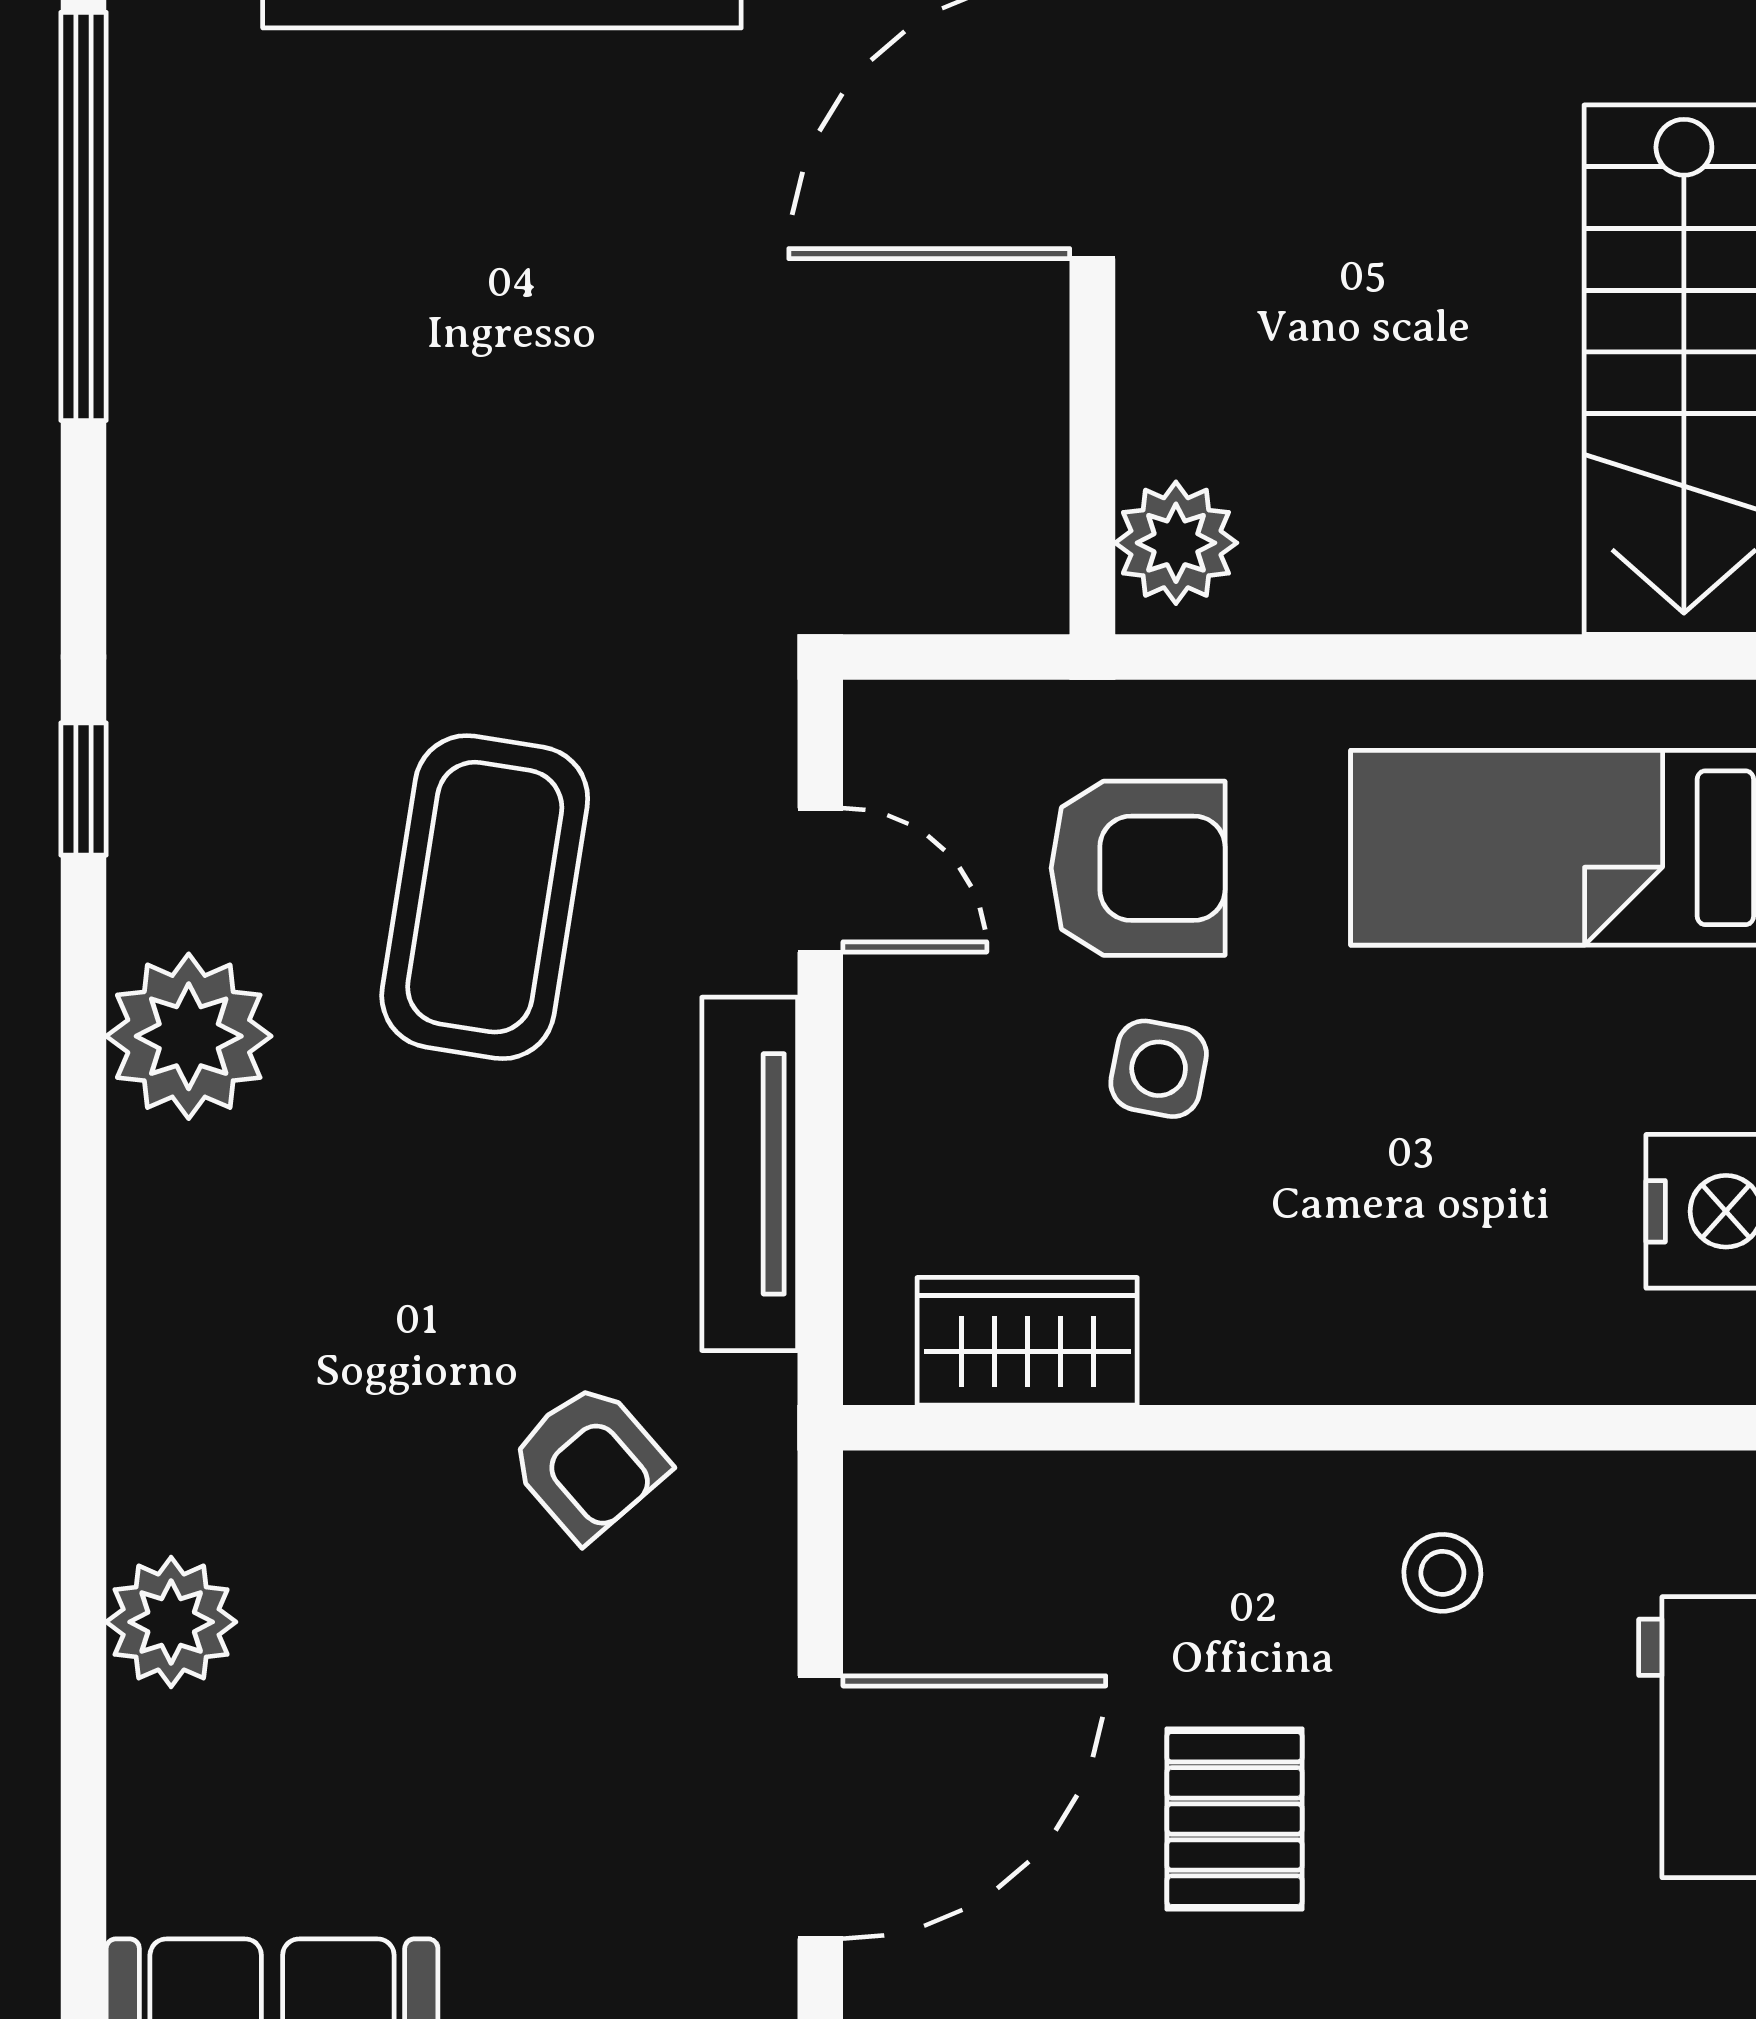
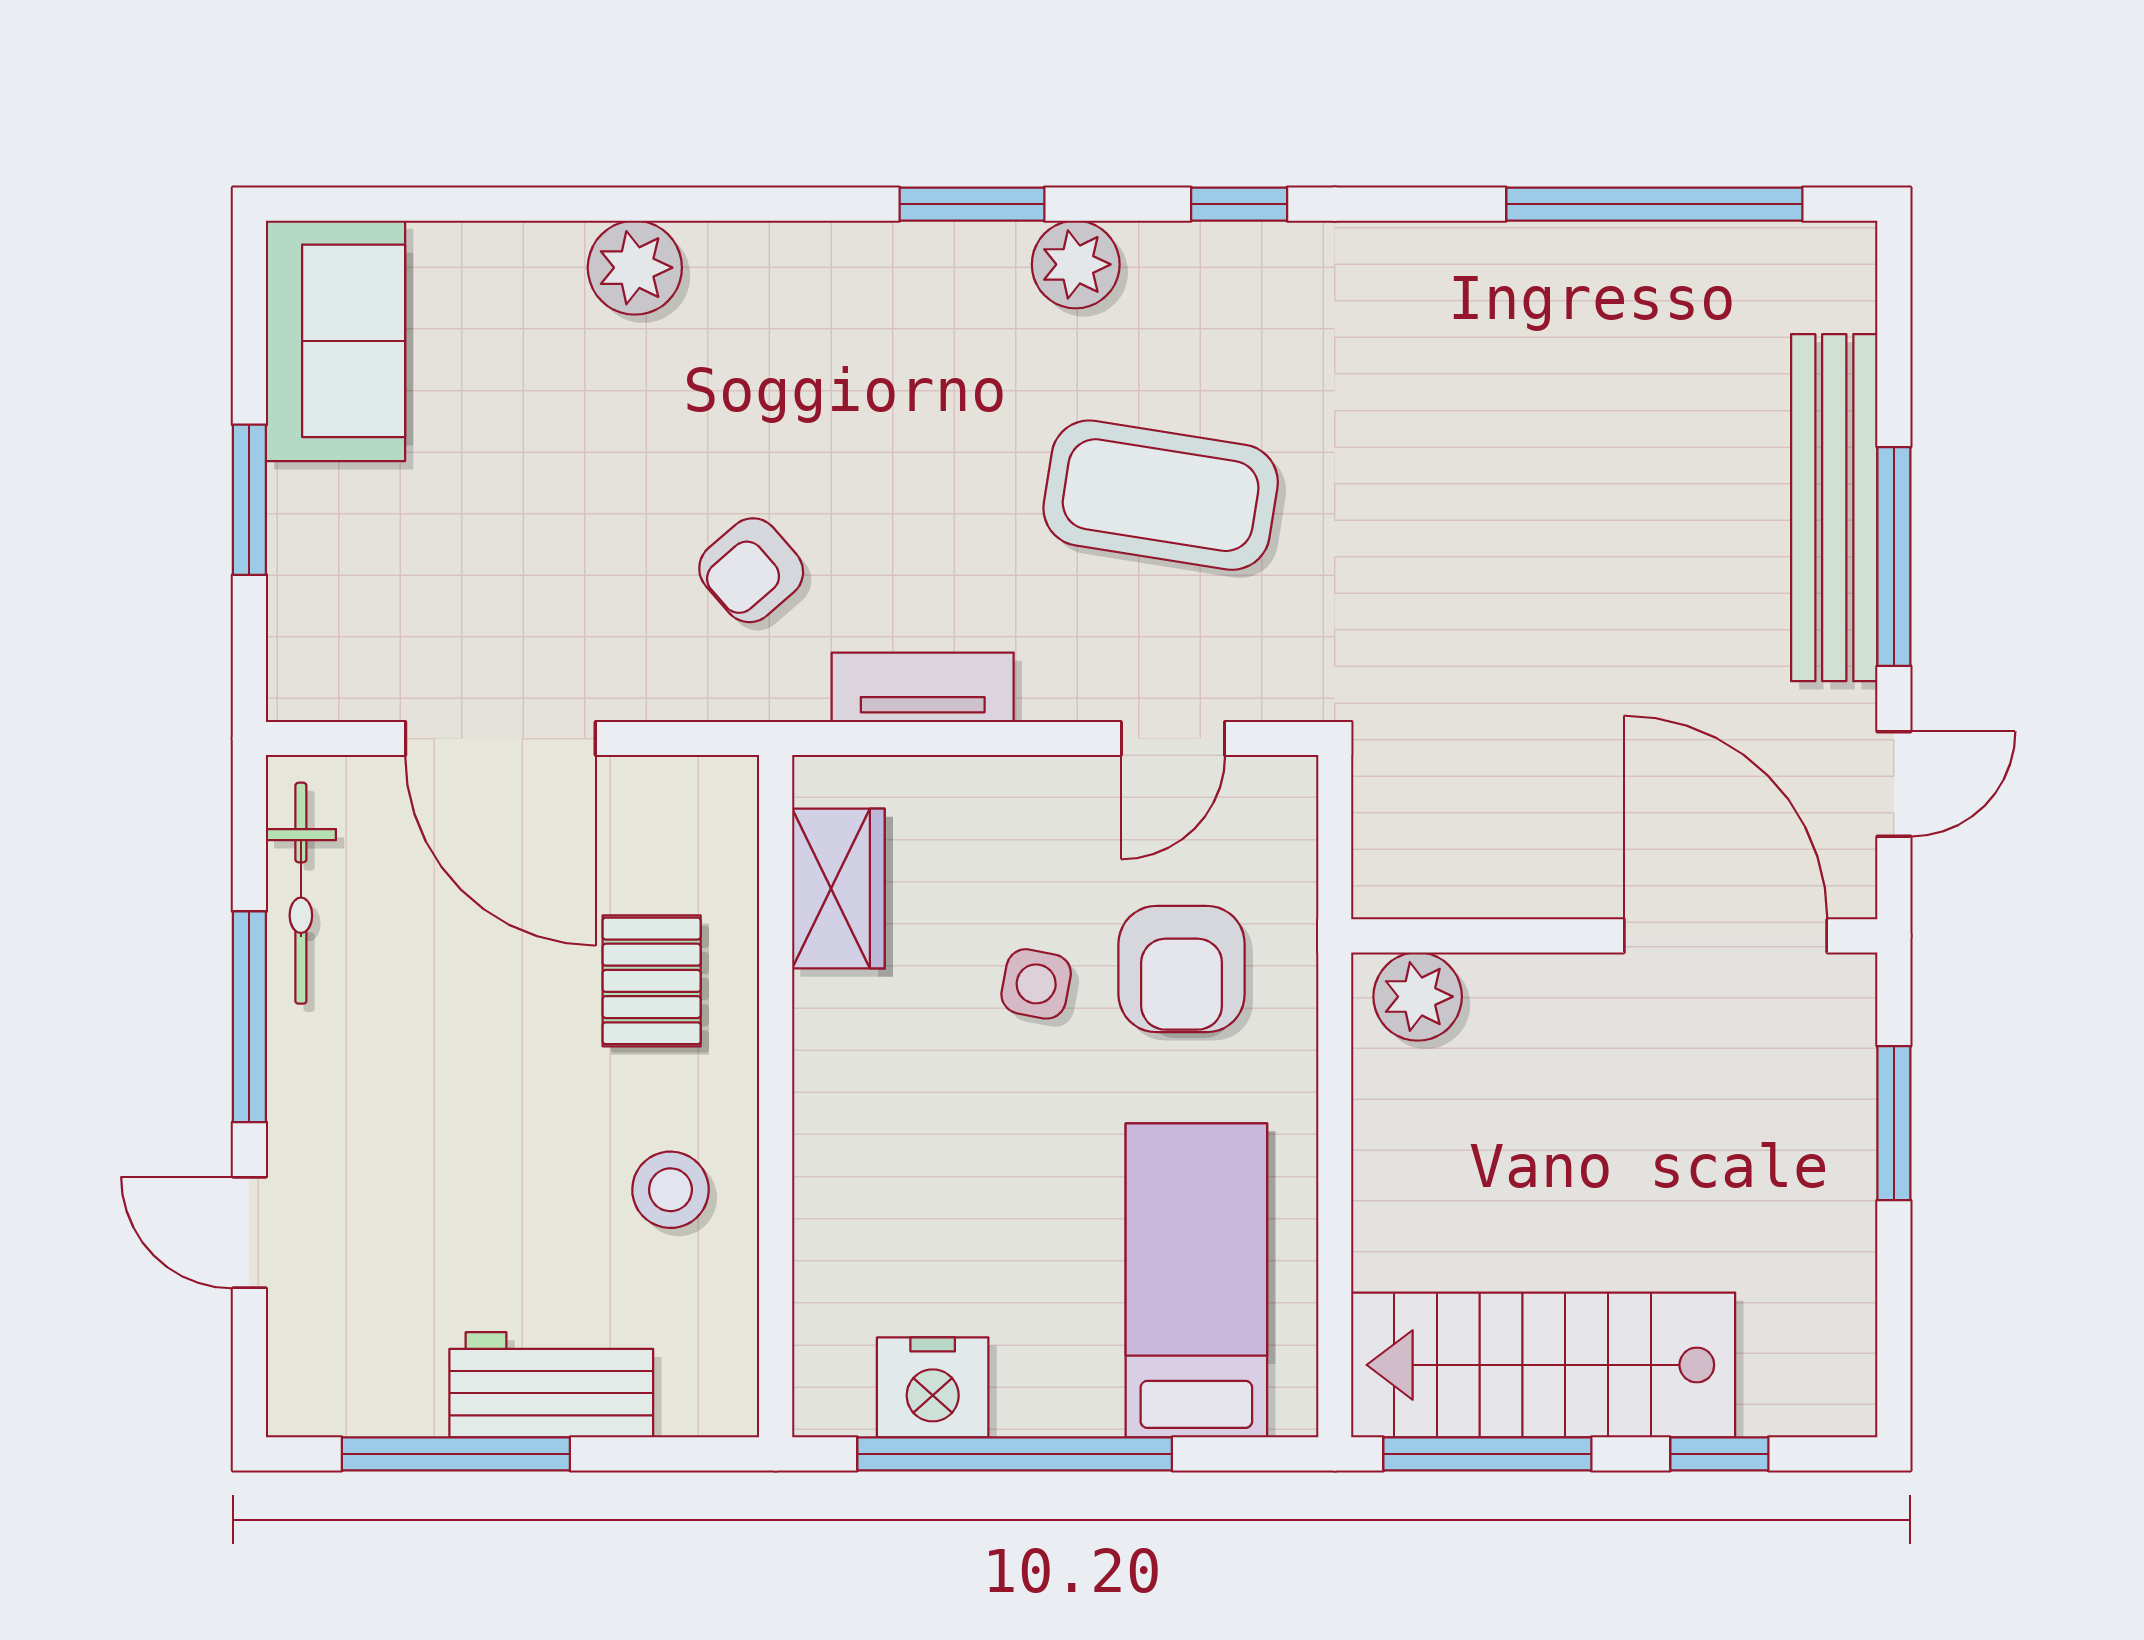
plant: (189, 1036) -> (1076, 264), width x0.73, depth x0.73
window: (83, 1157) -> (972, 204), added
tv unit: (750, 1174) -> (923, 687), width x0.71
stool: (1442, 1573) -> (670, 1190), width x1.37, depth x1.37
pallet: (1234, 1819) -> (652, 981), moved, turned 90

